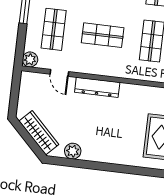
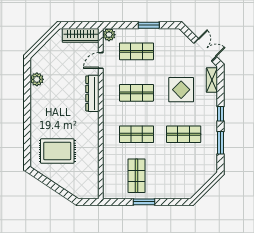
shop shelf: (103, 35) -> (136, 93), turned 90
wardrobe: (39, 133) -> (81, 35), moved, turned 45

